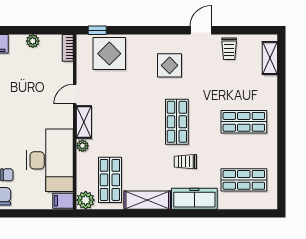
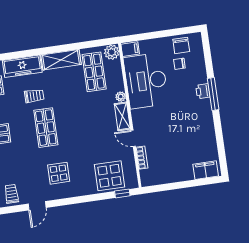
plant: (33, 41) -> (174, 177), removed
bookcase: (68, 48) -> (142, 158), moved
door: (75, 94) -> (133, 138), swing flipped

